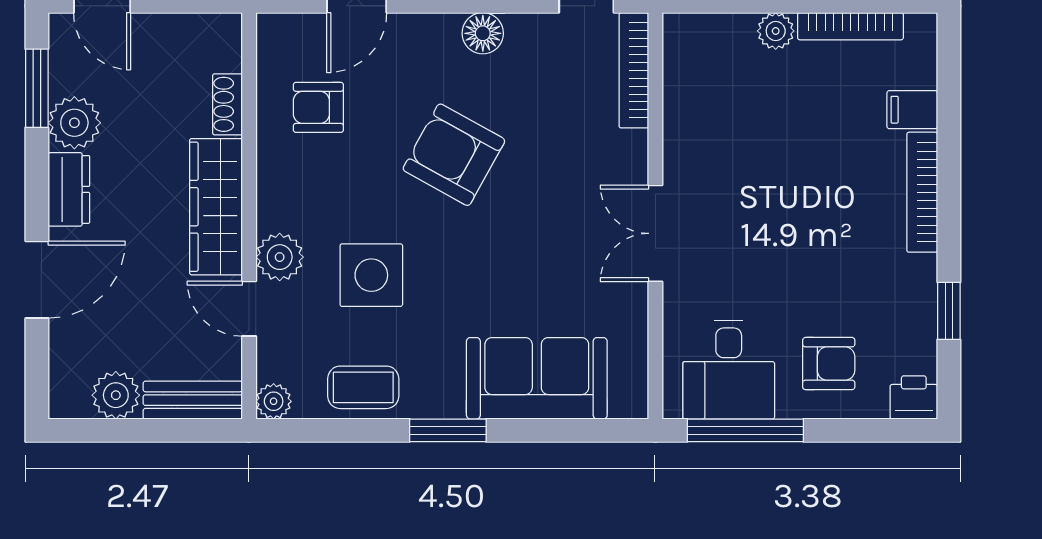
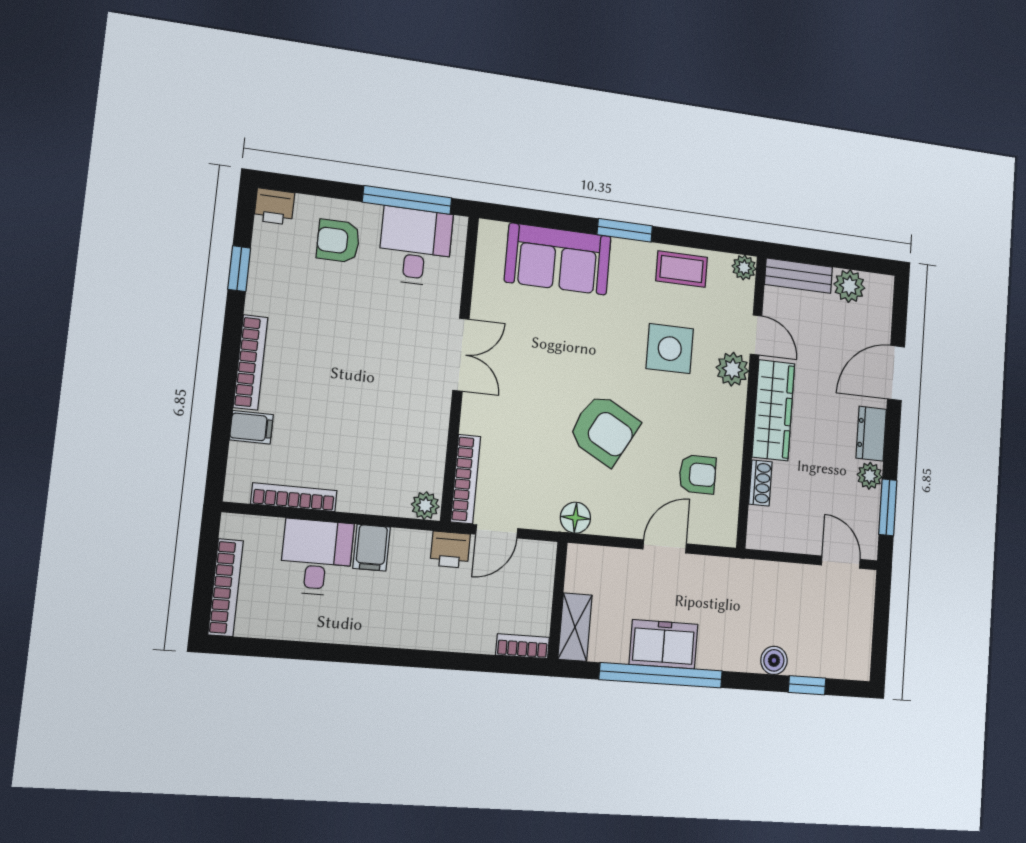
plant: (776, 31) -> (425, 506), moved
plant: (74, 123) -> (870, 476), width x0.73, depth x0.73

